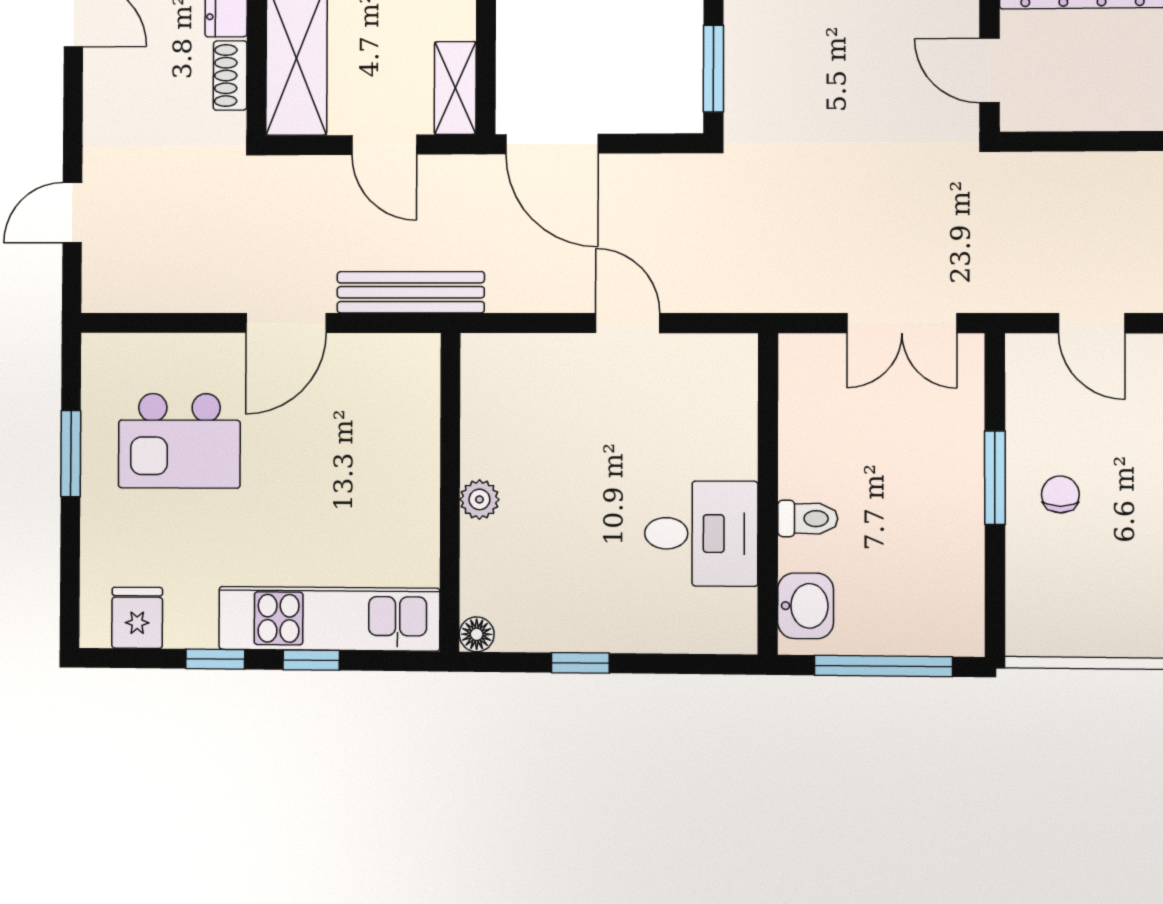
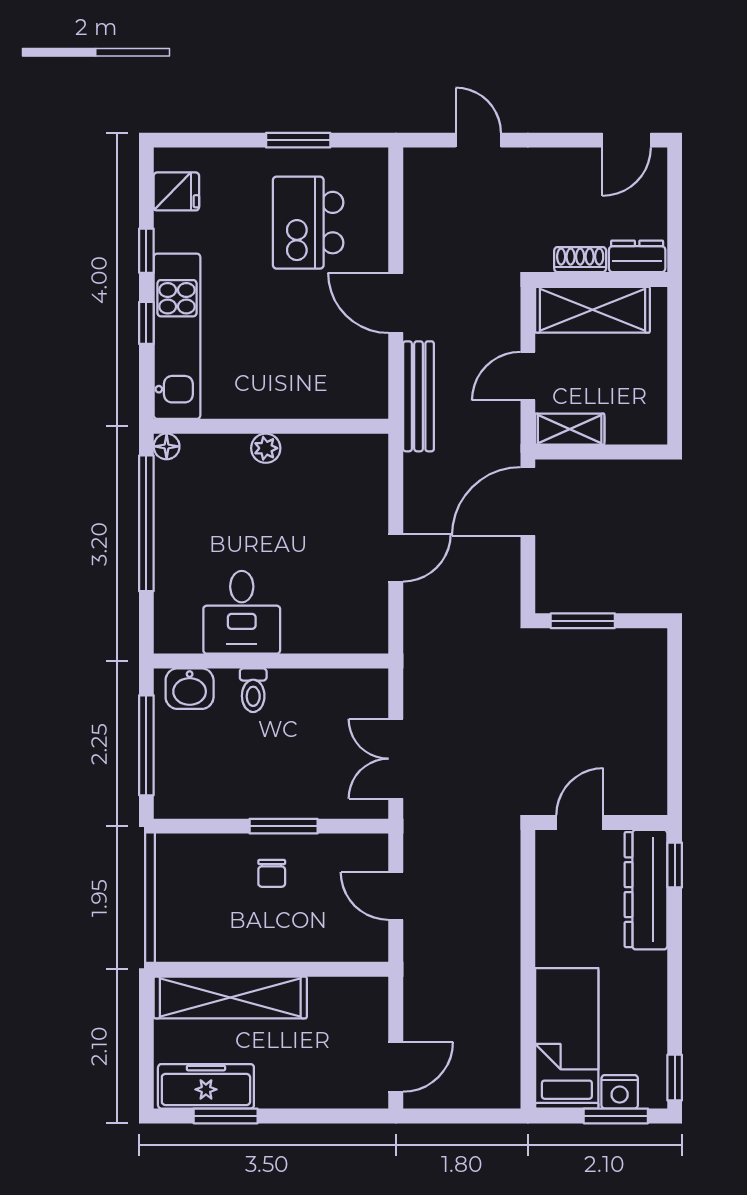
door: (1092, 323) -> (396, 896), hinge flipped
chair: (1060, 494) -> (272, 873), turned 90
window: (580, 663) -> (146, 523), width x3.17

